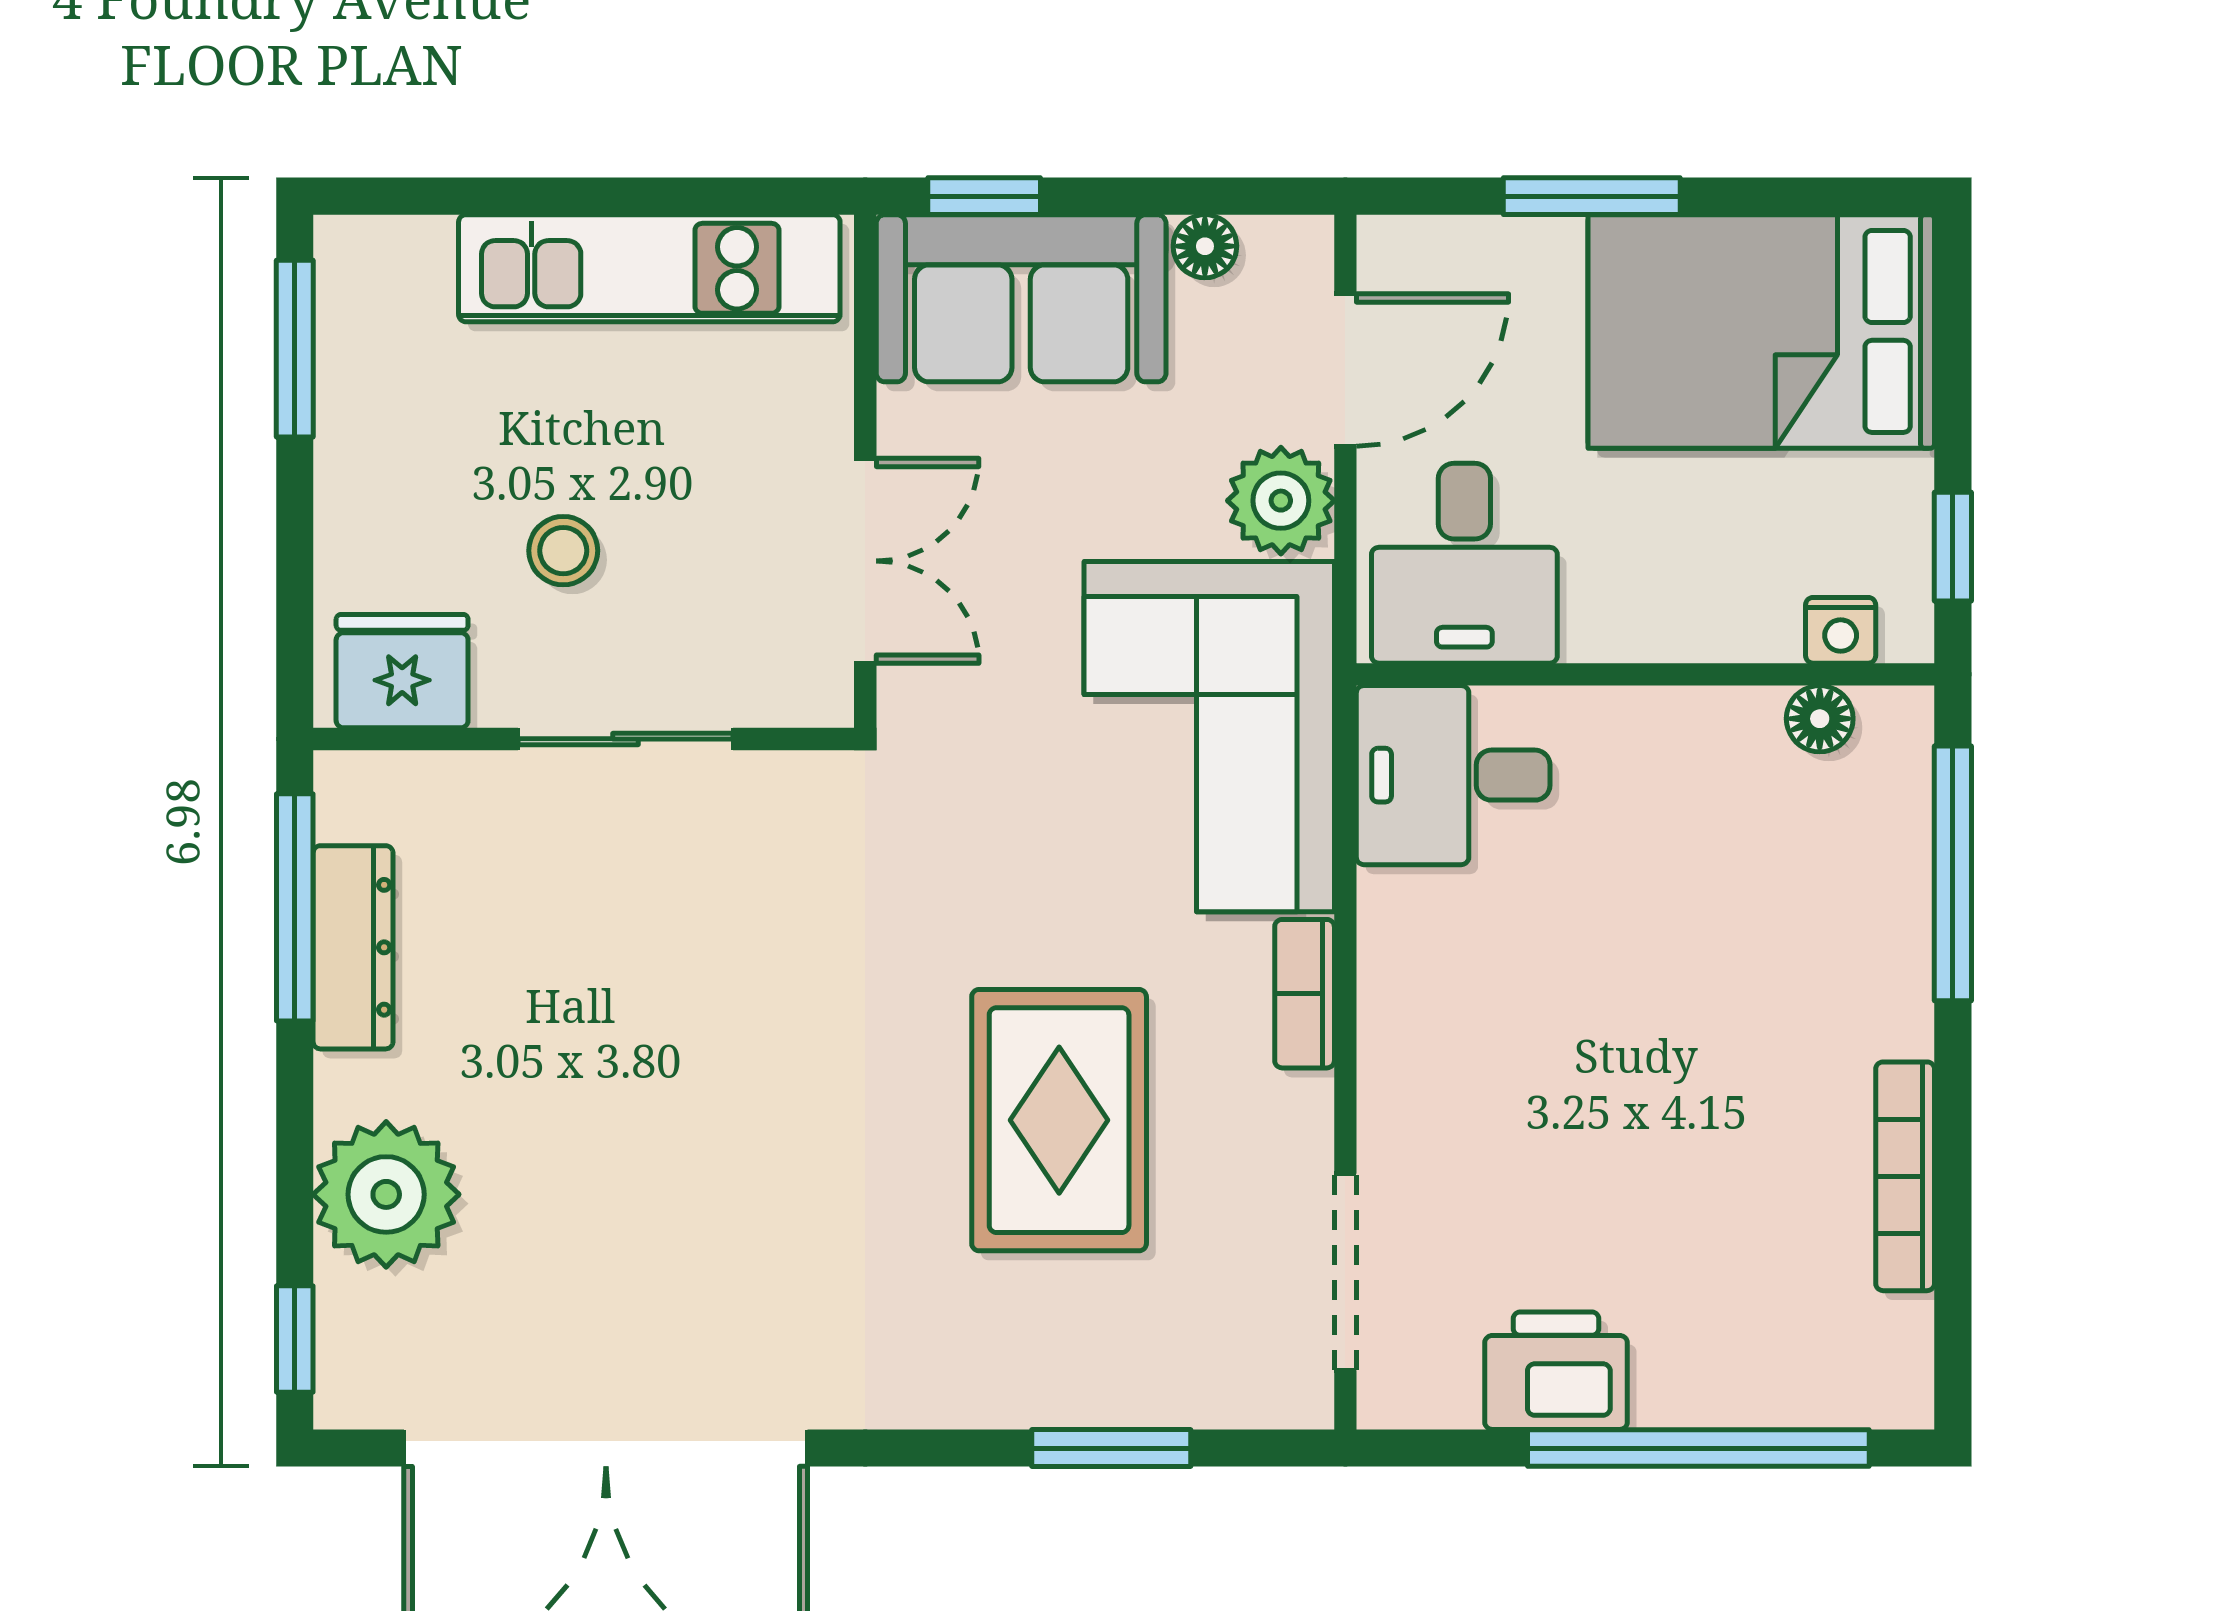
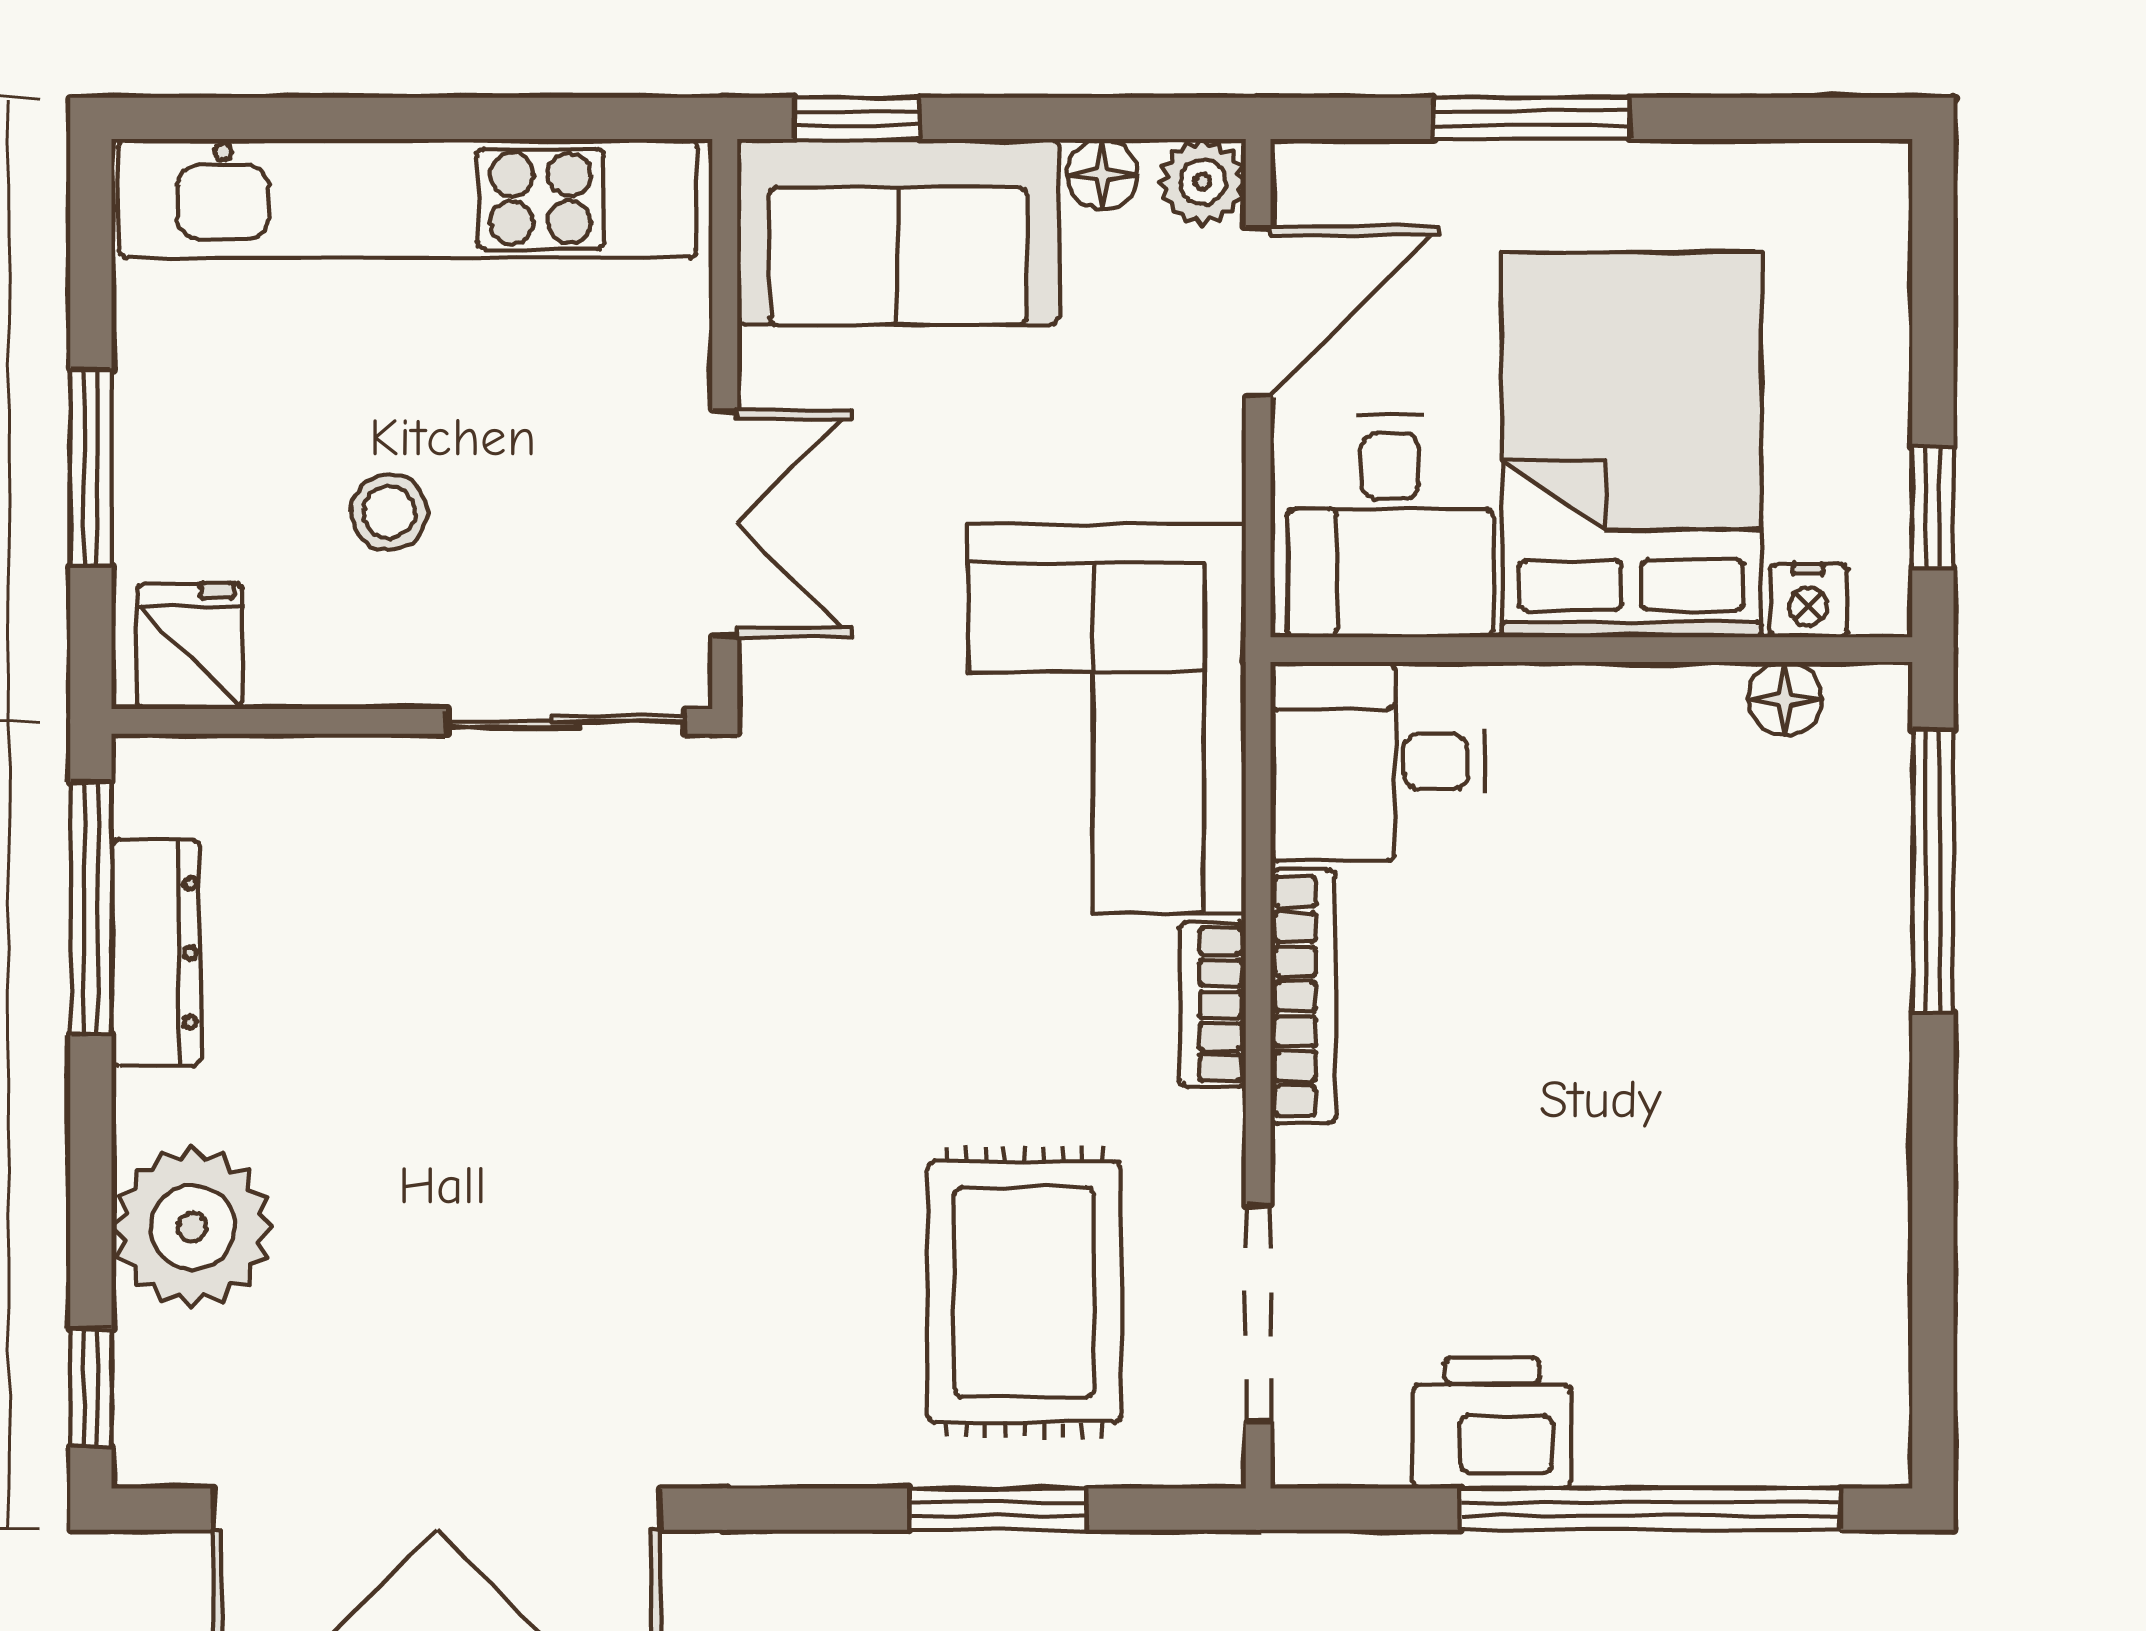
kitchen unit: (649, 268) -> (408, 199), width x1.36
bed: (1761, 331) -> (1631, 445), moved, turned 90
window: (295, 349) -> (91, 468), moved
plant: (1281, 501) -> (1203, 182), moved, width x0.73, depth x0.73
fridge: (402, 671) -> (190, 646), width x0.72
sliding door: (626, 739) -> (565, 721), moved
rug: (1059, 1120) -> (1024, 1292), moved
bookcase: (1905, 1176) -> (1303, 997), moved, turned 180

